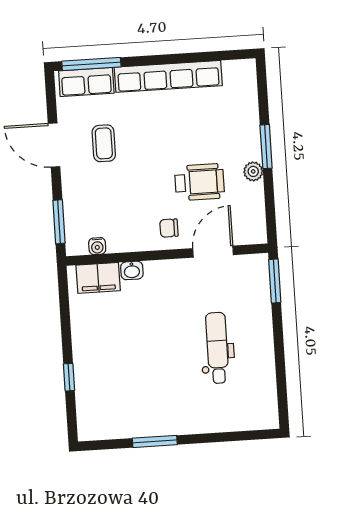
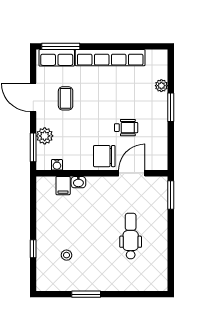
plant: (253, 171) -> (161, 86), moved
wheelchair: (199, 182) -> (126, 128), width x0.73, depth x0.73
plant: (76, 203) -> (45, 136), added
chair: (169, 228) -> (104, 156), width x1.87, depth x1.87
filing cabinet: (98, 278) -> (63, 186), width x0.50
stool: (121, 384) -> (67, 255), added

